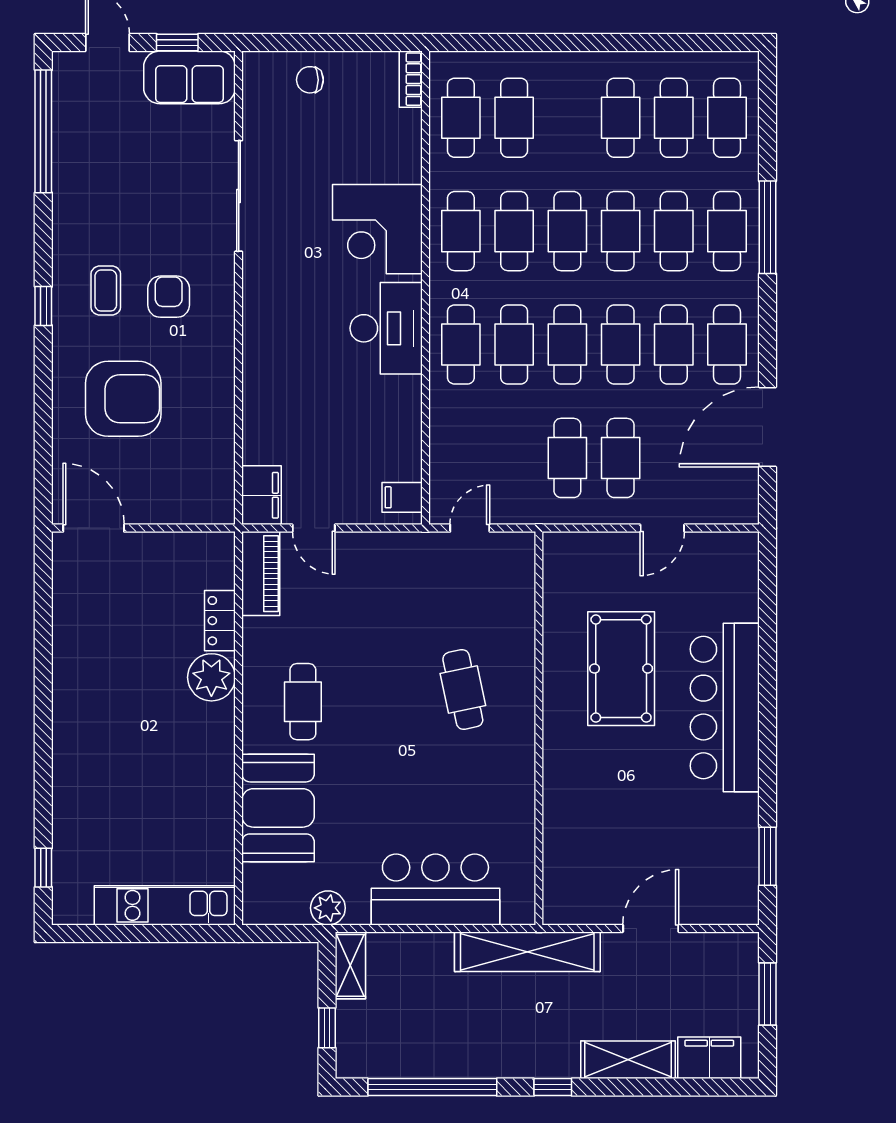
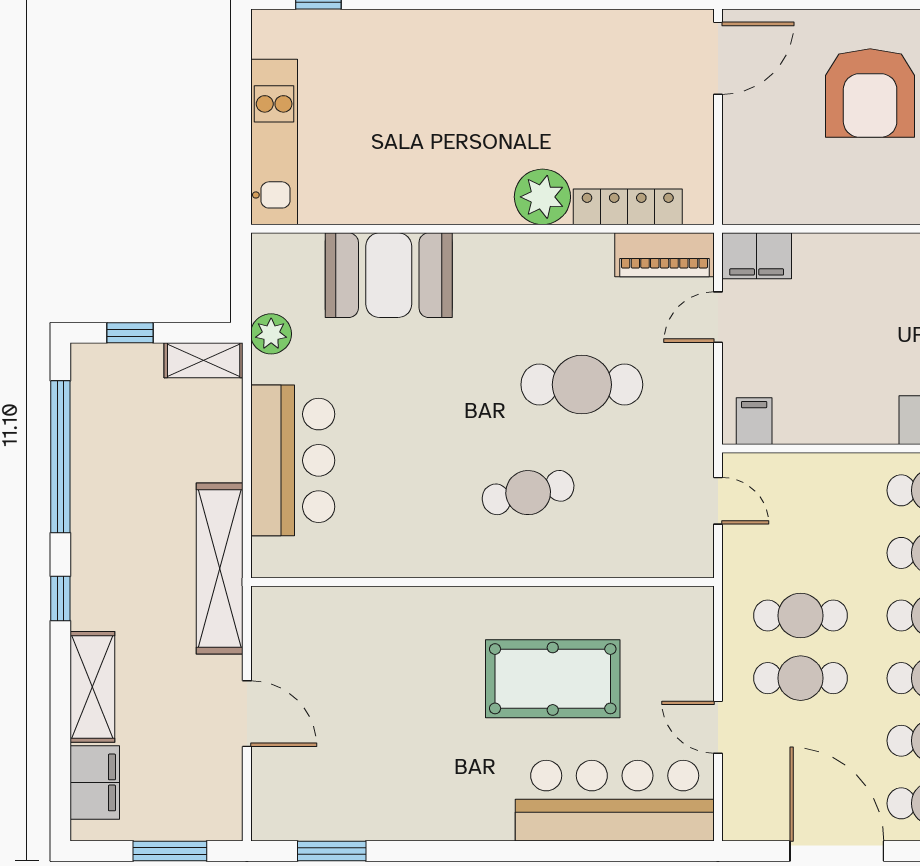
locker: (220, 621) -> (628, 207), width x1.53
cafe table: (303, 702) -> (582, 385), moved, width x1.37, depth x1.35
bar counter: (725, 708) -> (615, 801), moved

